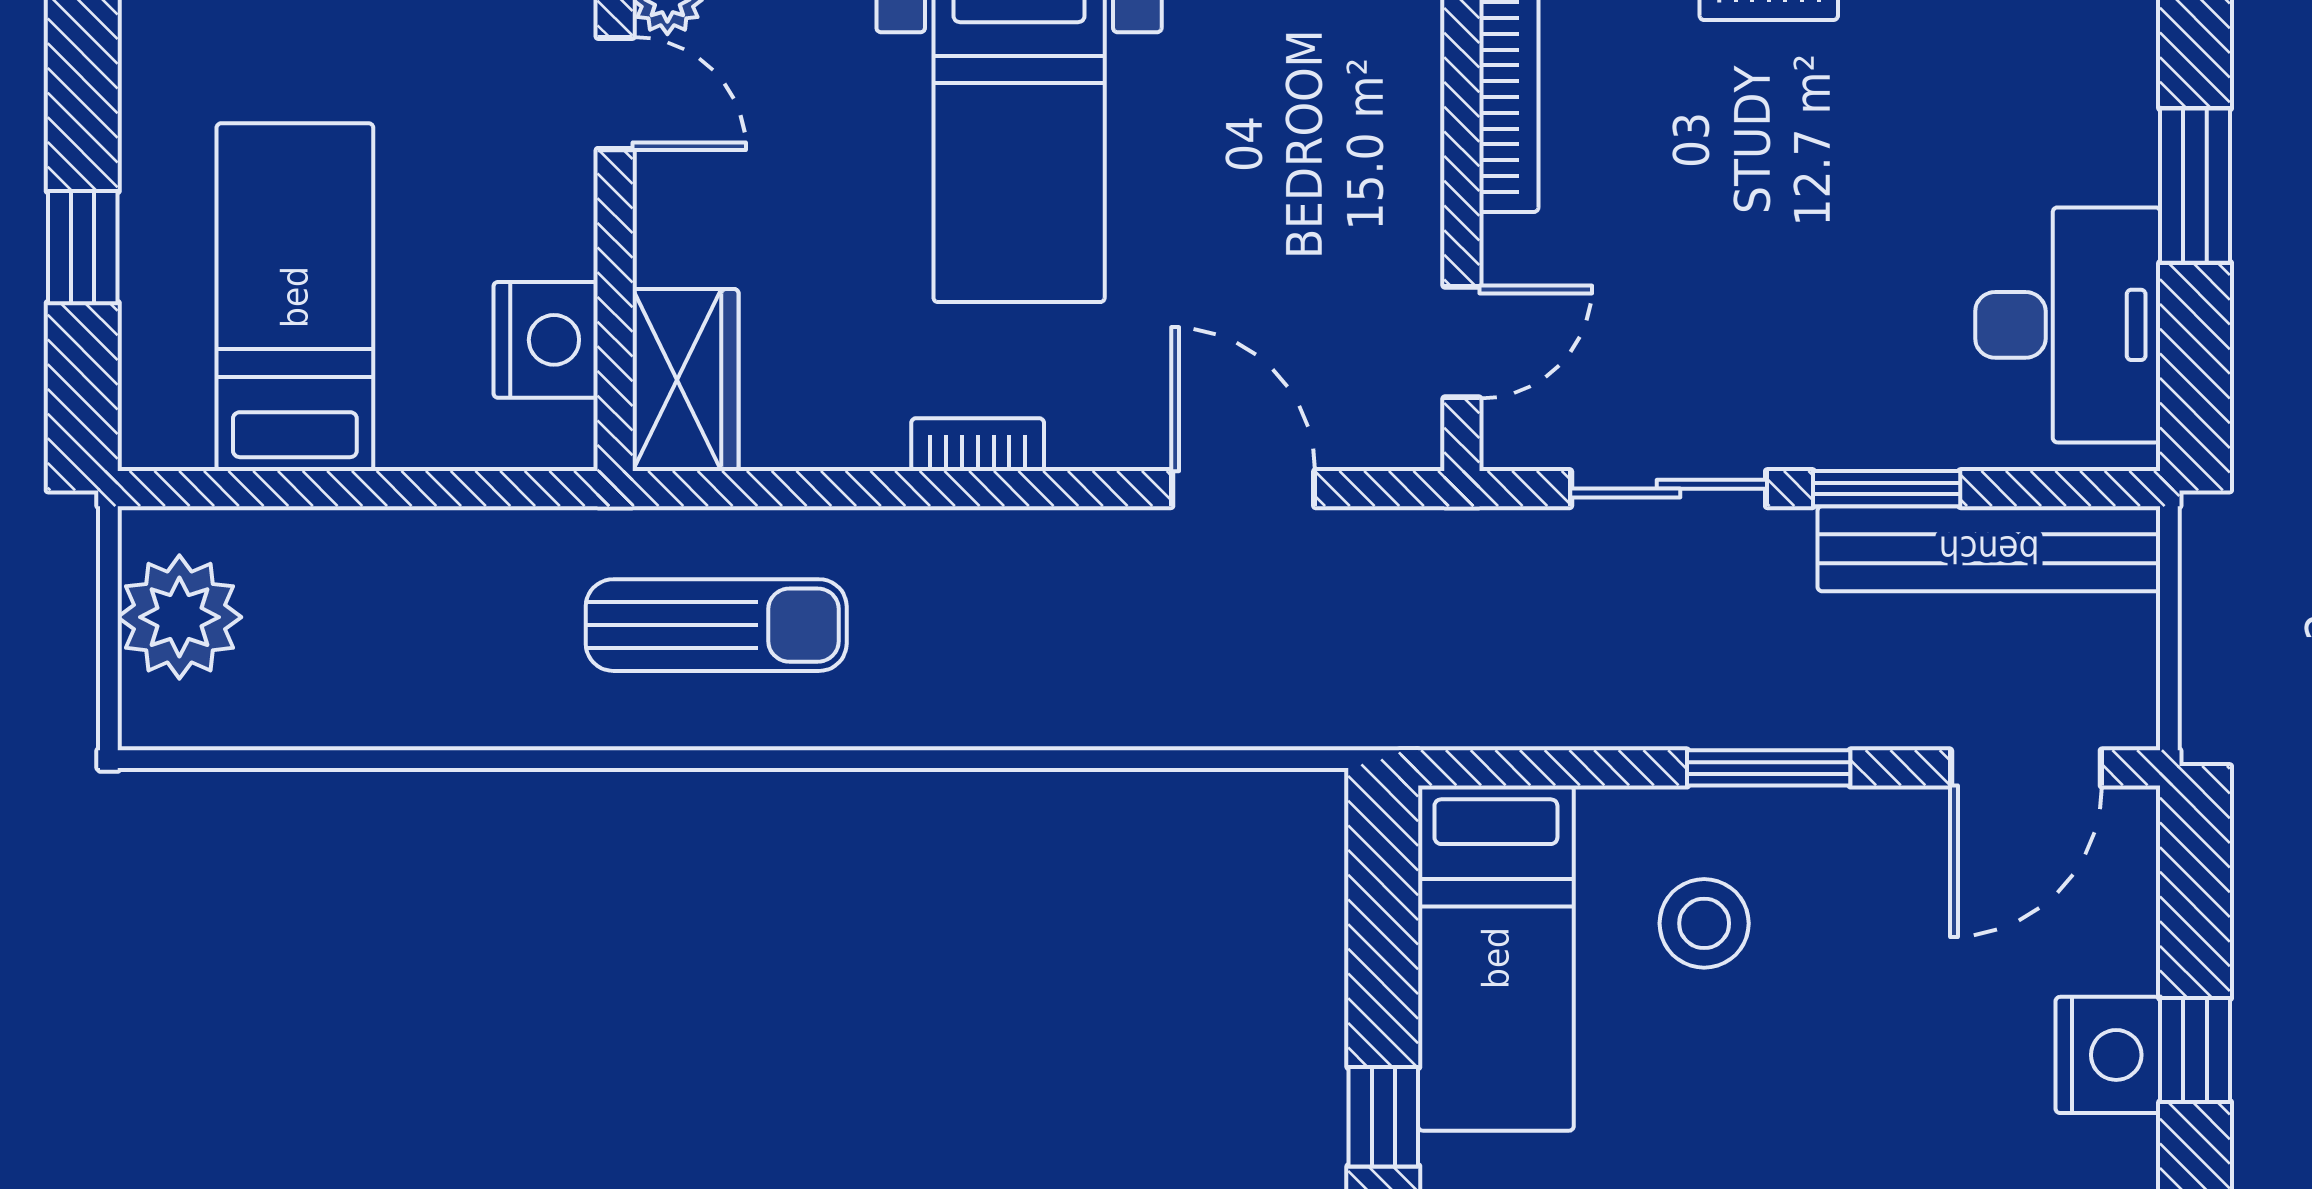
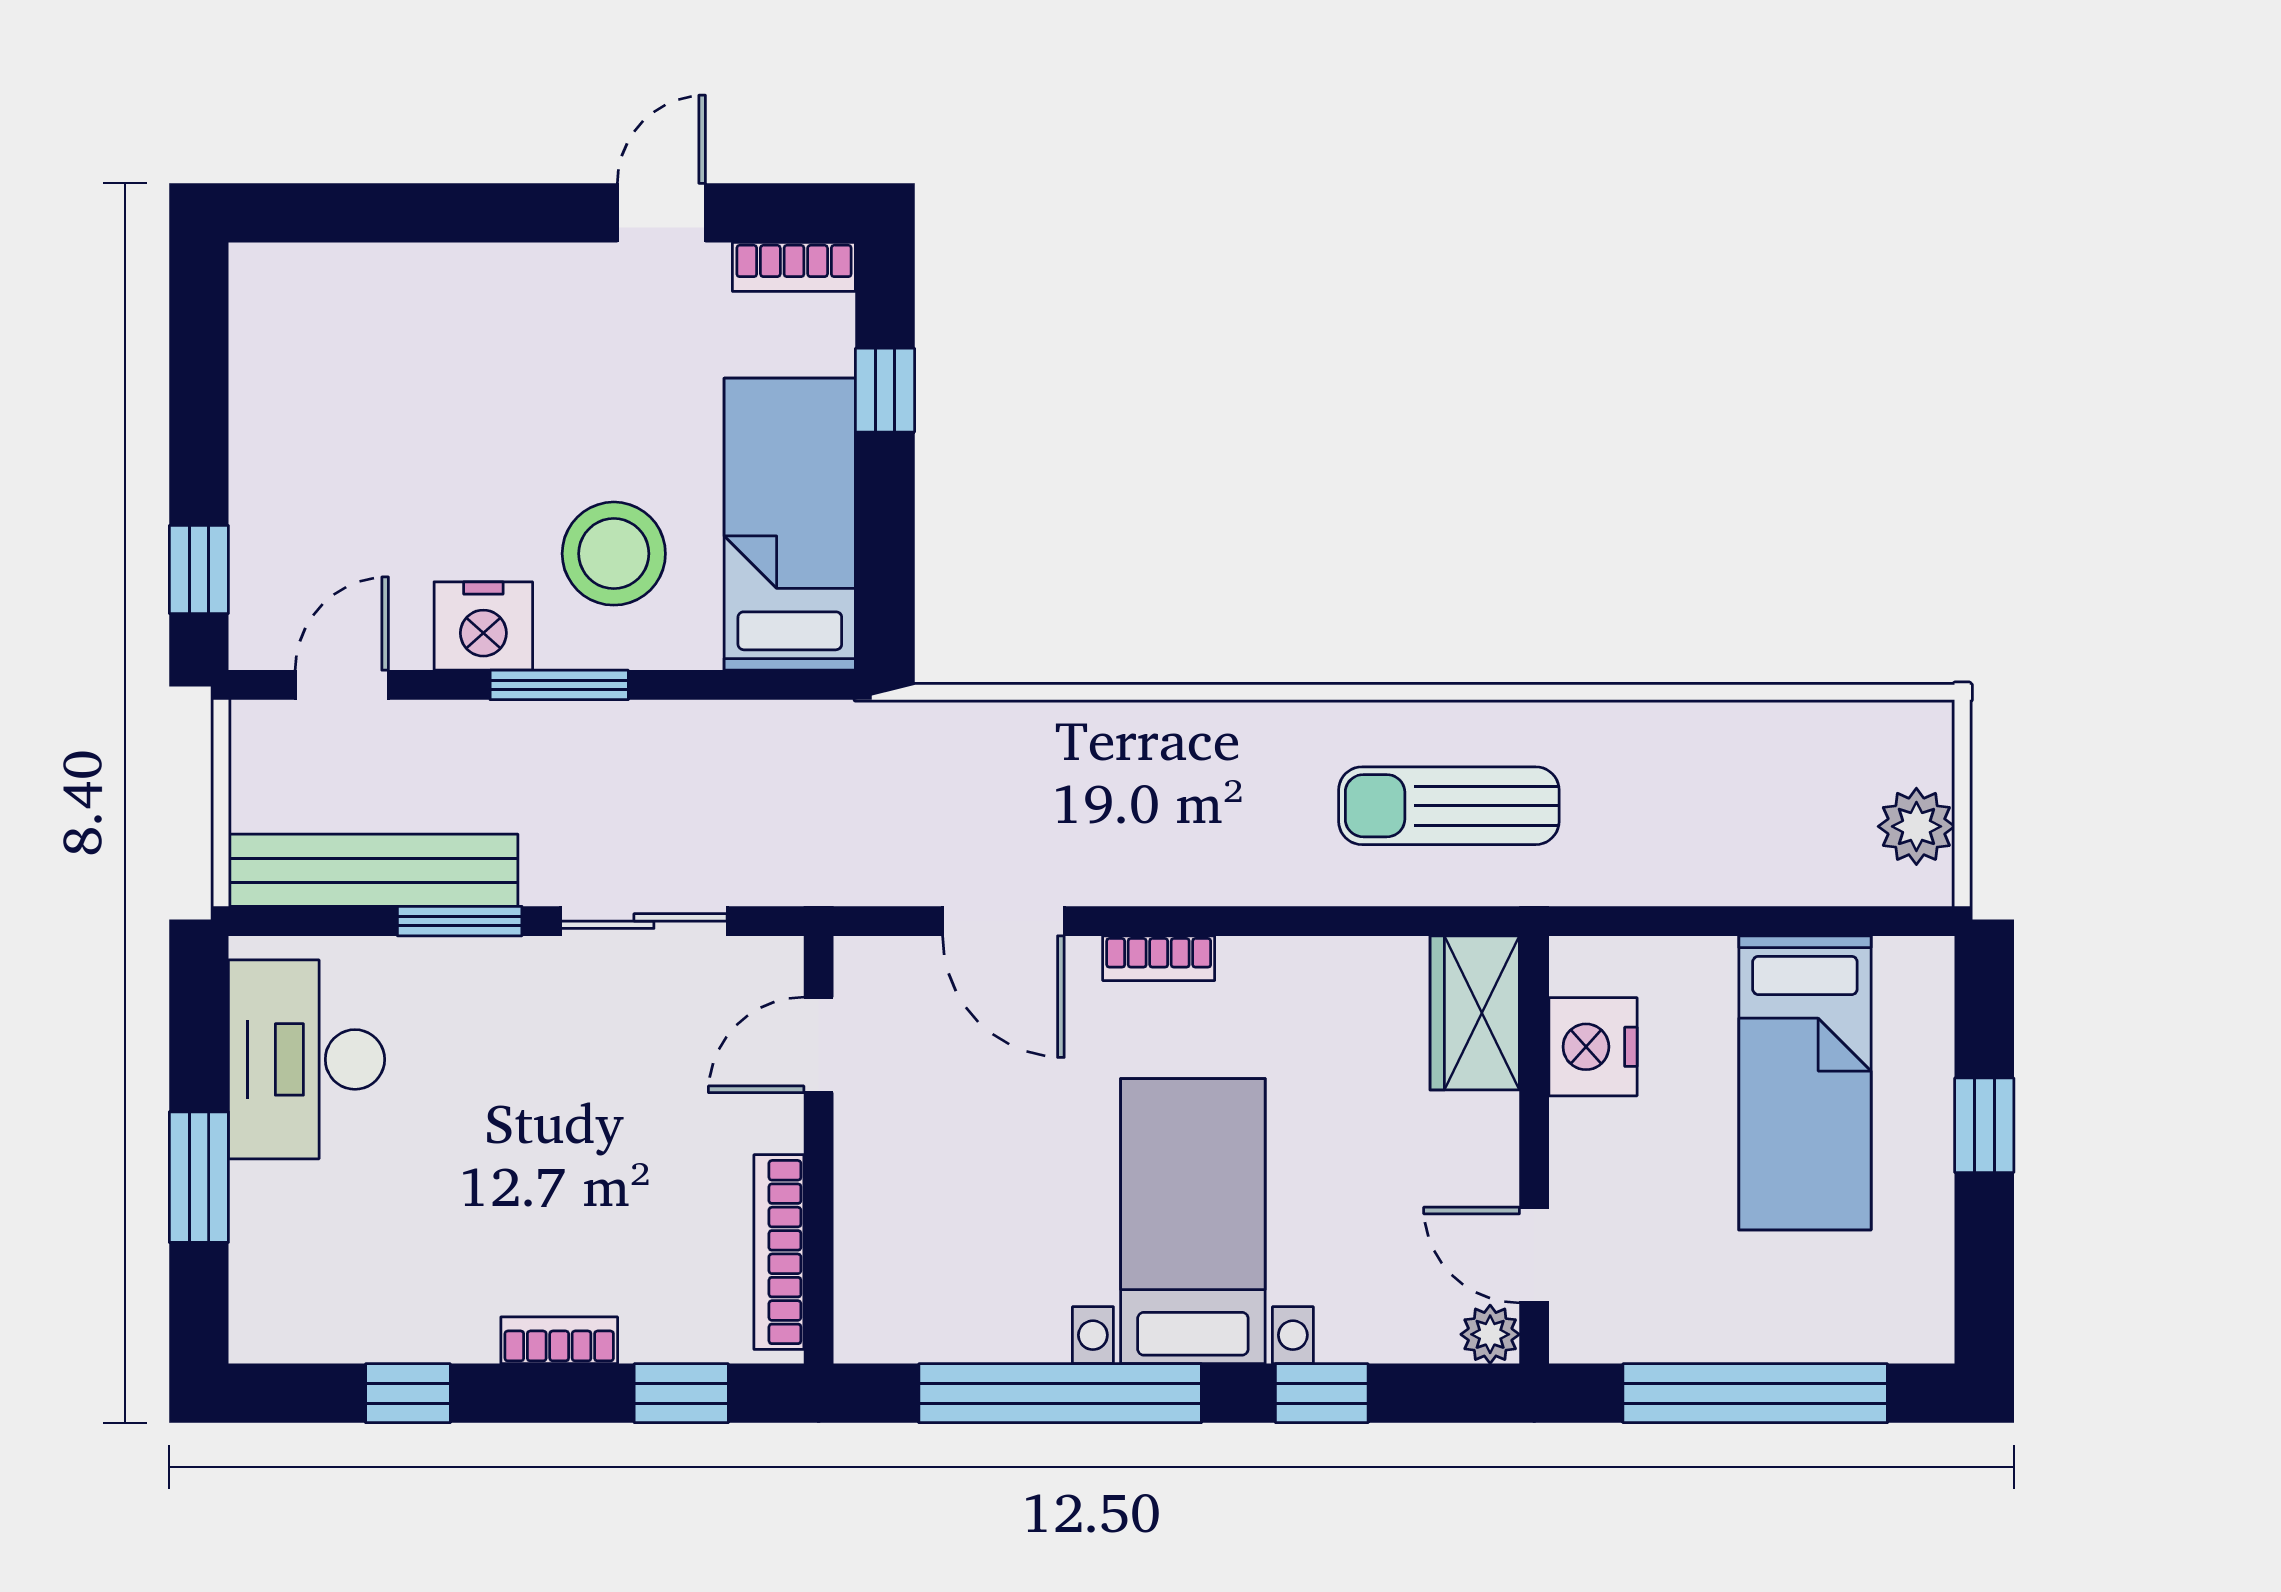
bookcase: (978, 445) -> (1159, 958), moved
plant: (179, 617) -> (1916, 826), width x0.73, depth x0.73
door: (2026, 768) -> (342, 685), width x0.73
stool: (1704, 923) -> (614, 554), width x1.38, depth x1.38
window: (2195, 1050) -> (199, 569), moved
nightstand: (2108, 1055) -> (483, 626), moved, turned -90

